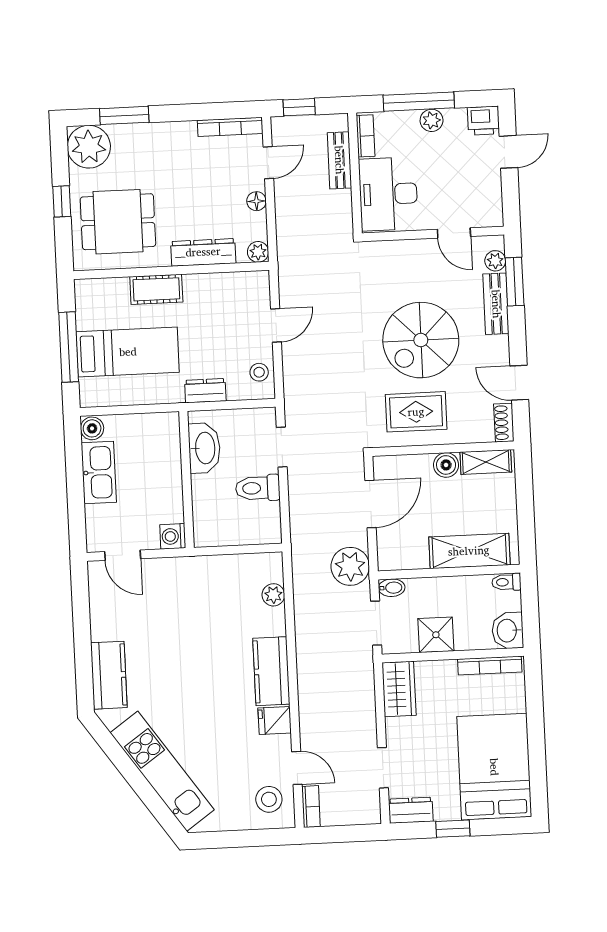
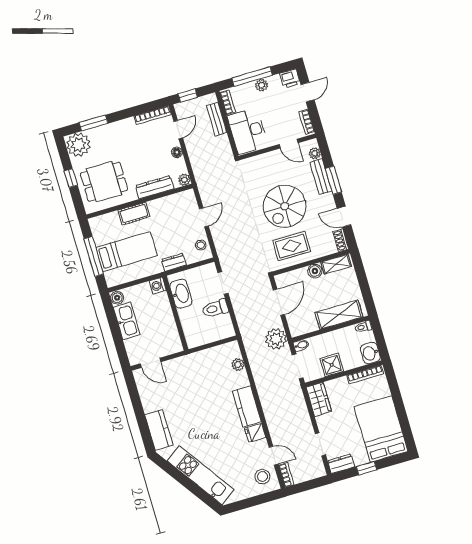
bookcase: (494, 203) -> (307, 122), added
window: (515, 282) -> (333, 180), moved
washing machine: (173, 536) -> (158, 286), moved

